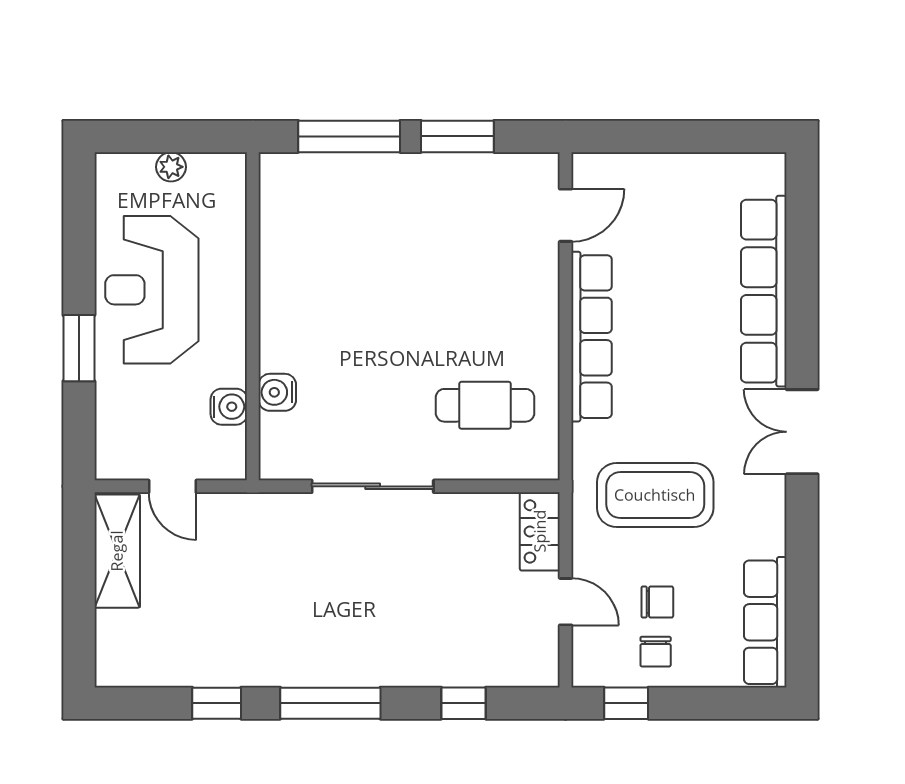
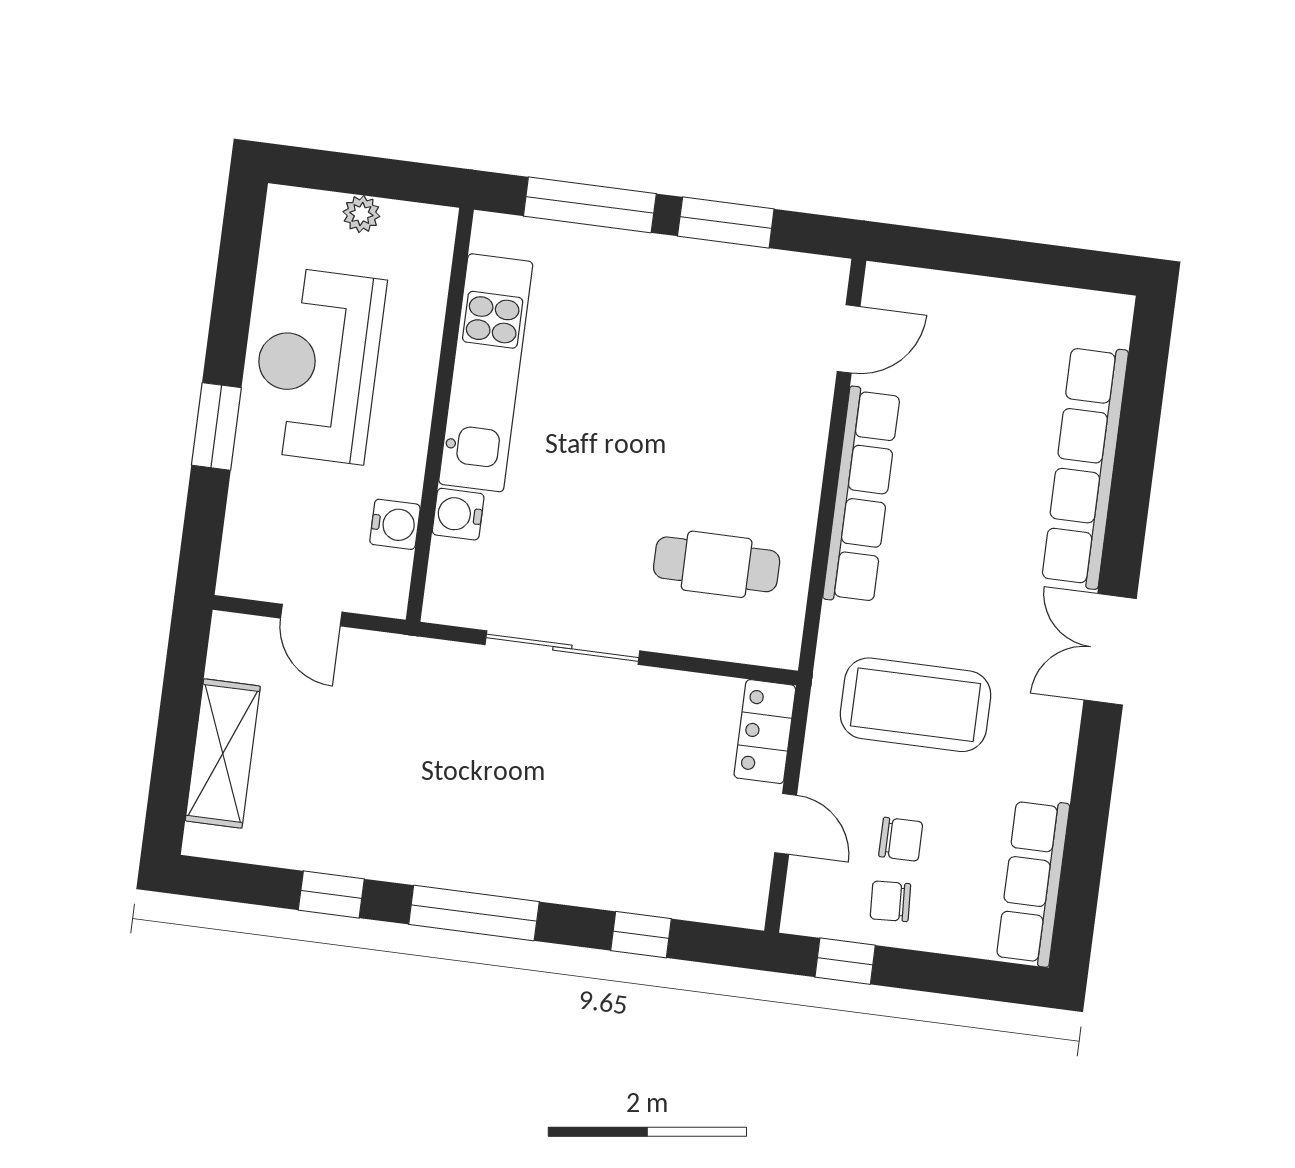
kitchen unit: (285, 279) -> (486, 373), added
shelving: (117, 551) -> (223, 753), moved
chair: (656, 652) -> (890, 901), turned 87

